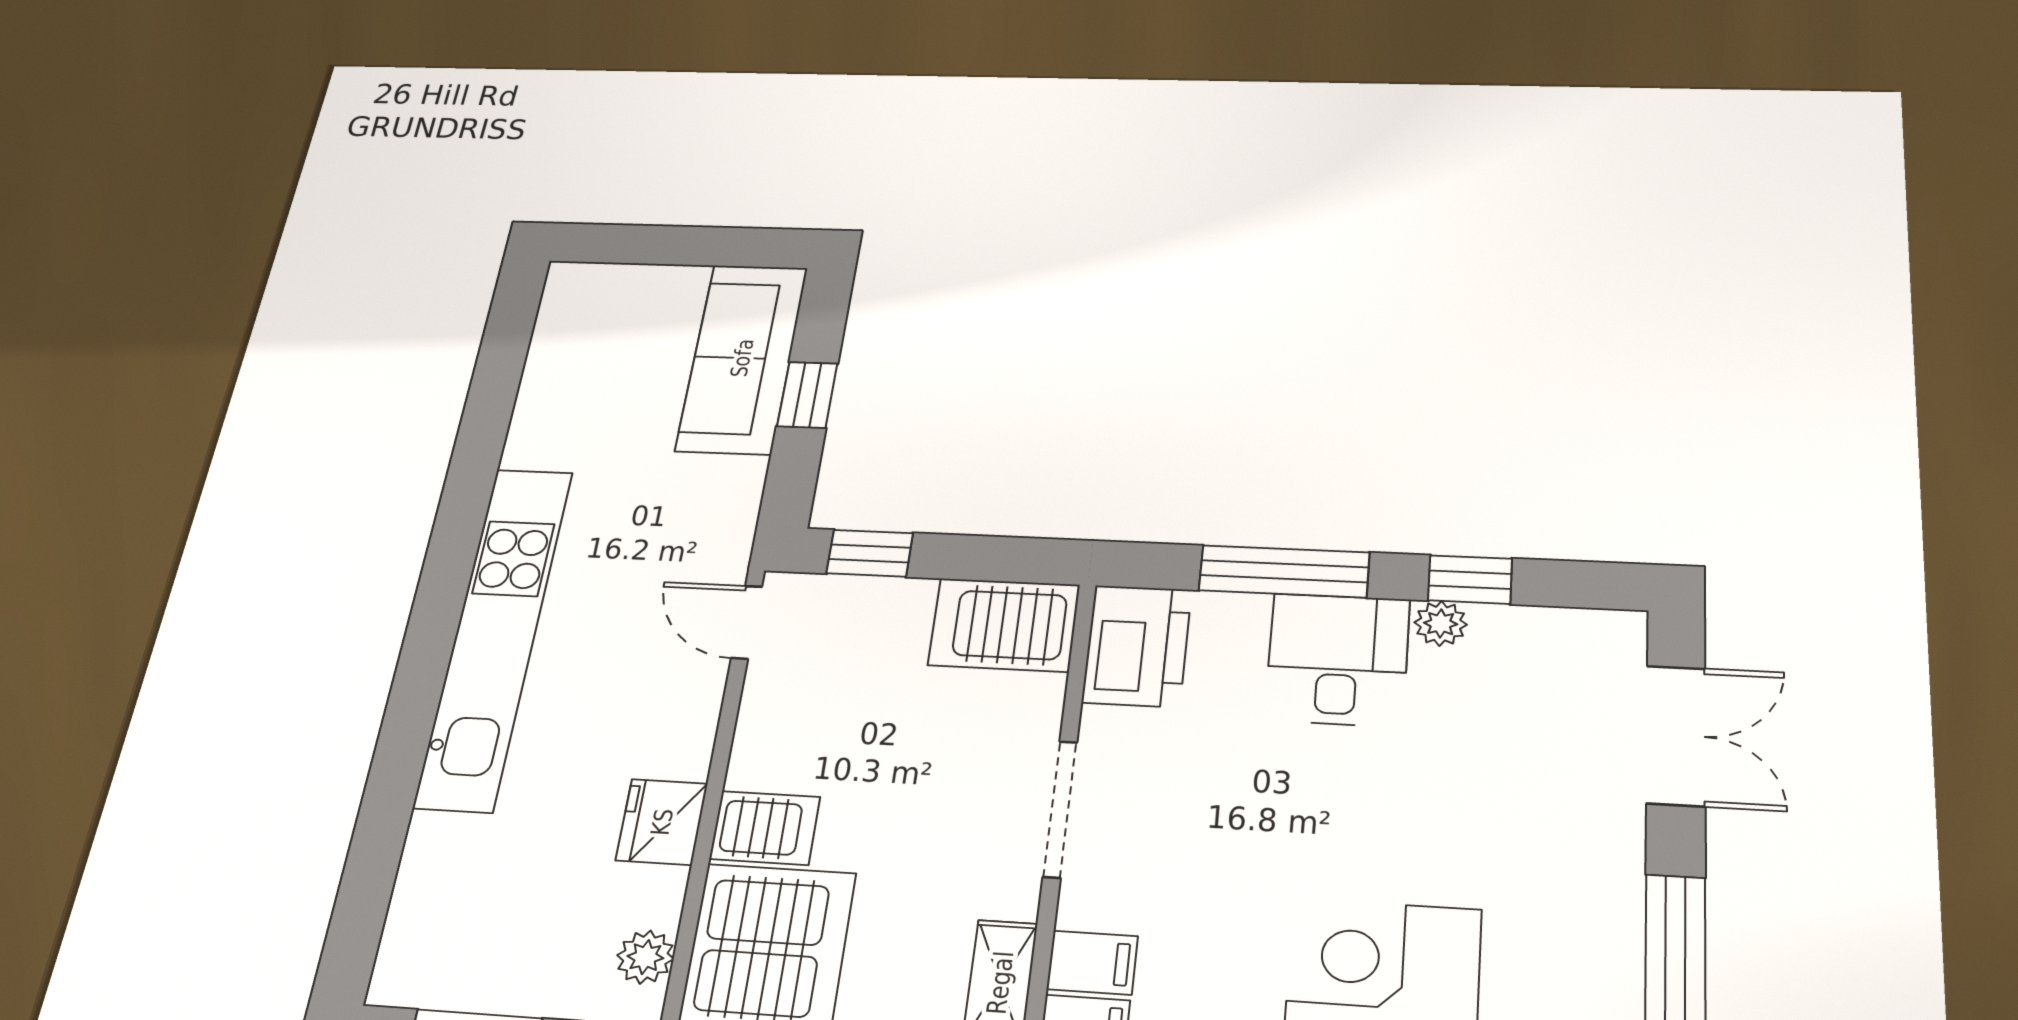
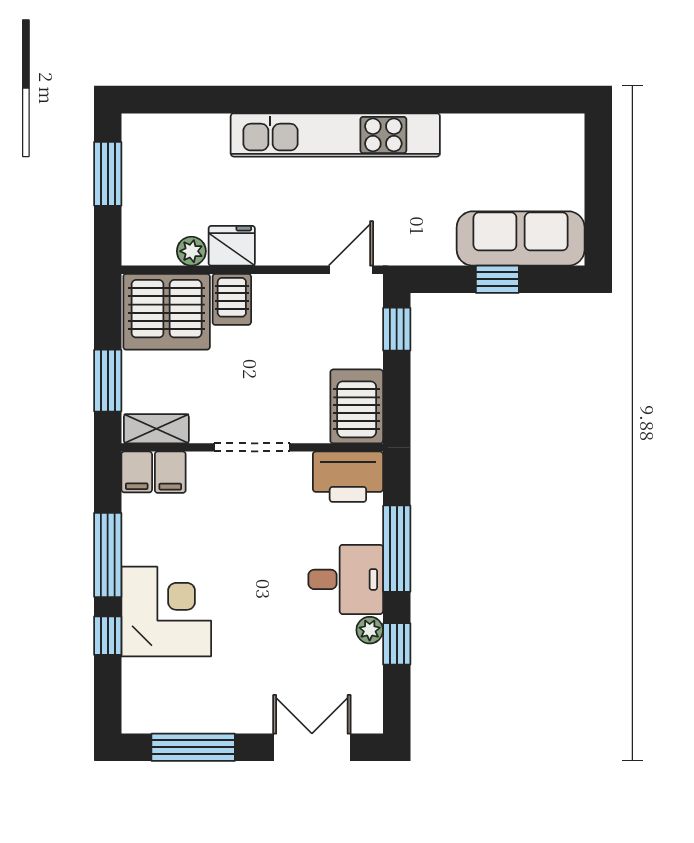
double door: (1676, 735) -> (312, 747), swing flipped
plant: (645, 957) -> (191, 251), moved

